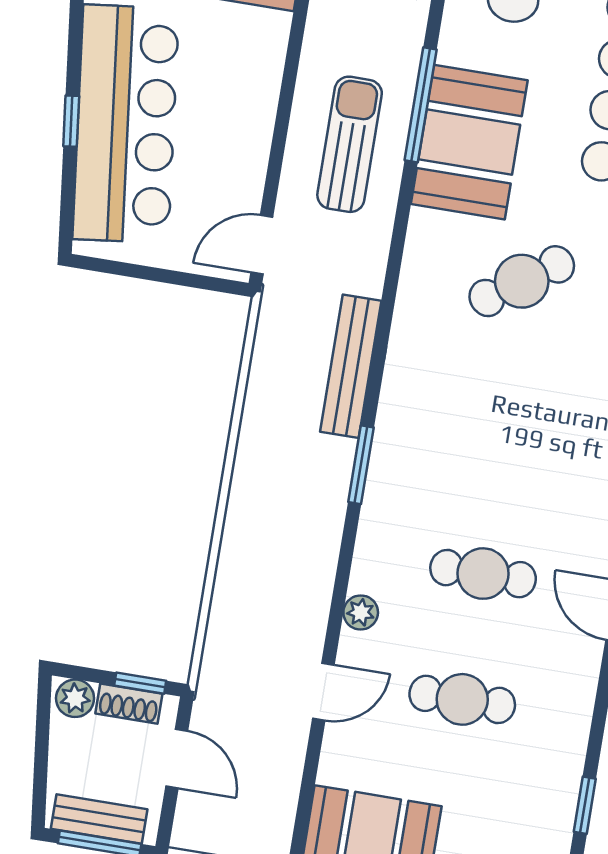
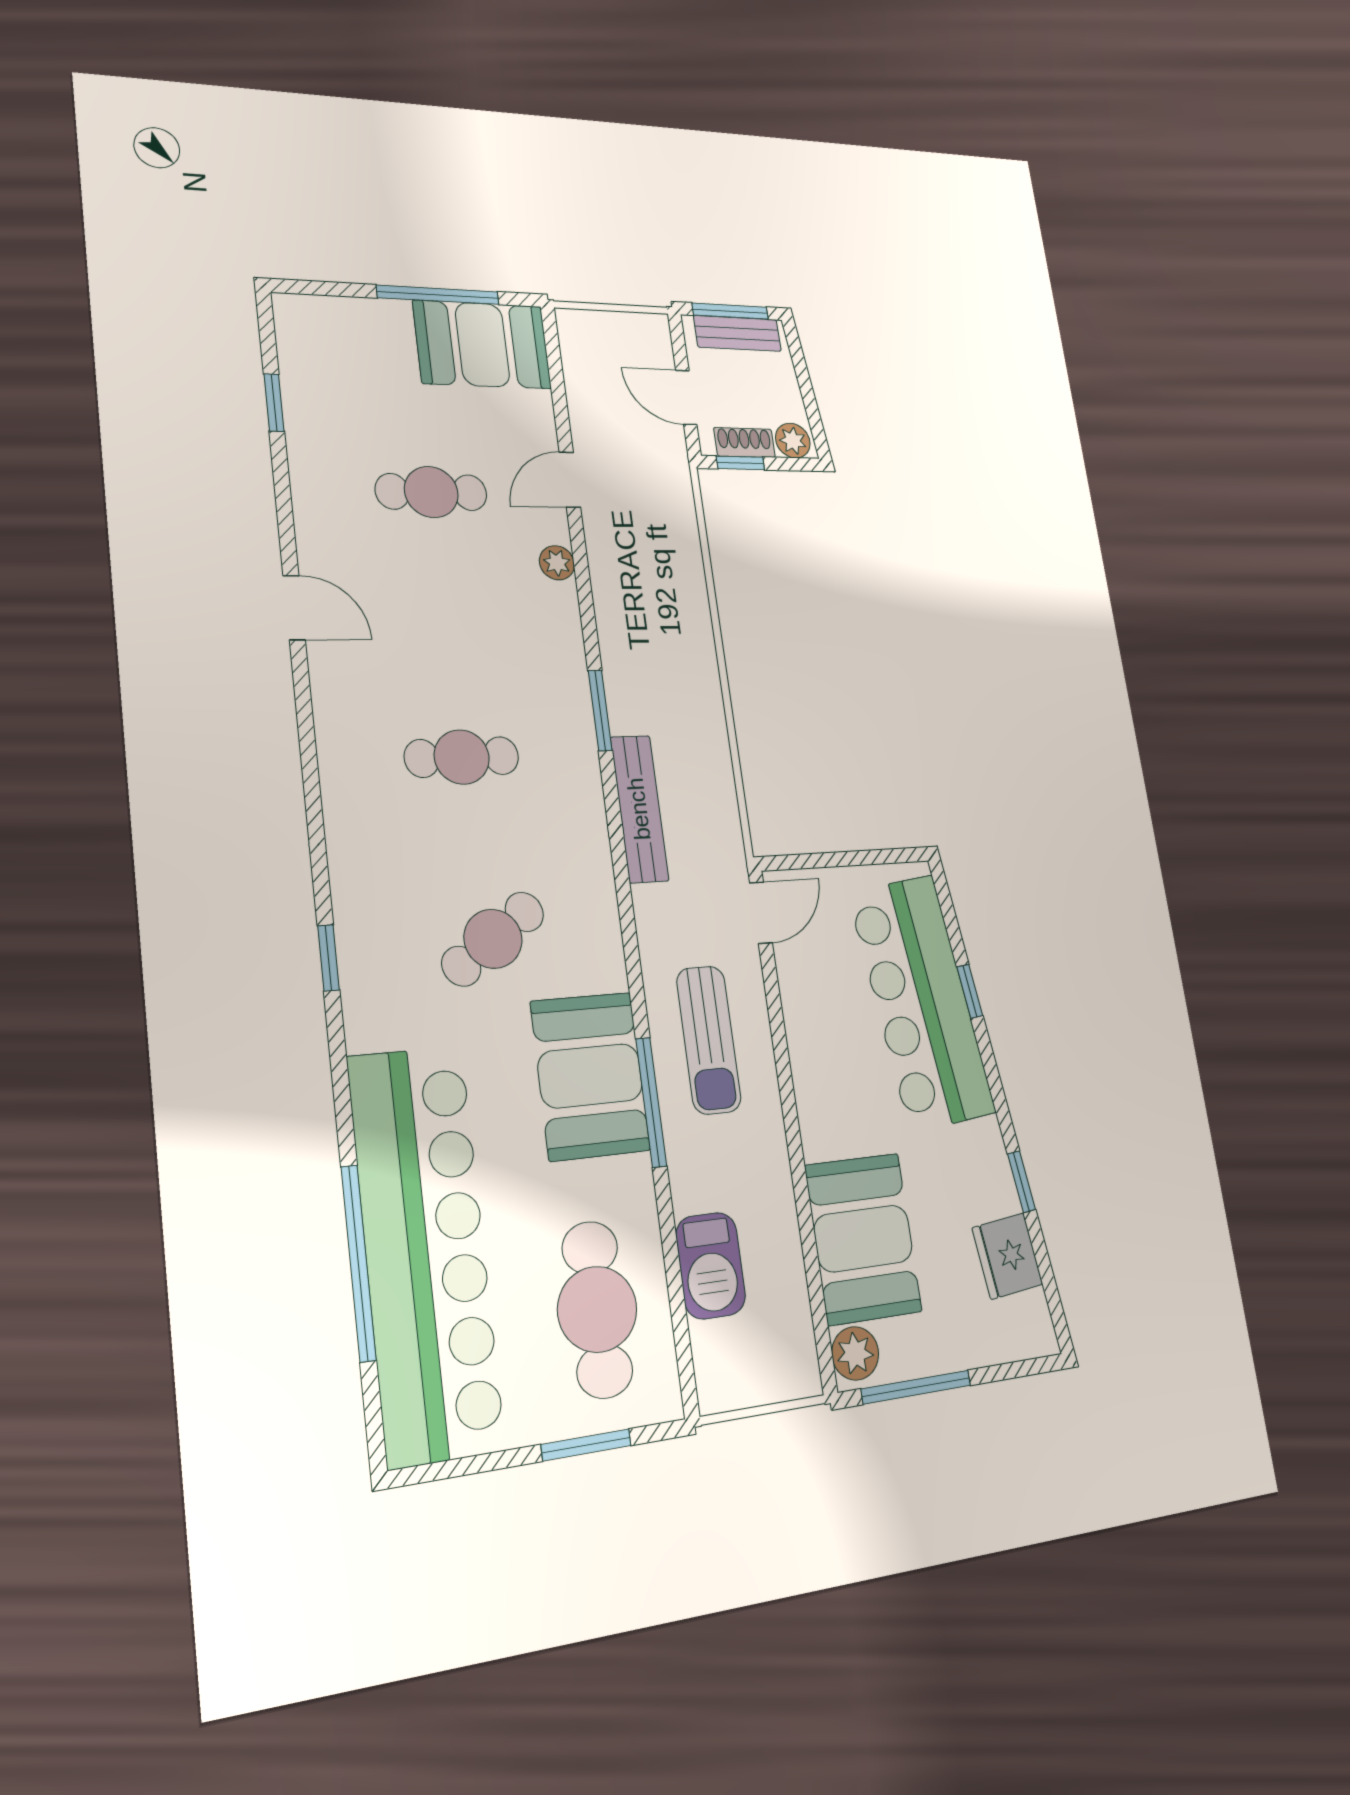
cafe table: (483, 574) -> (462, 757), moved

